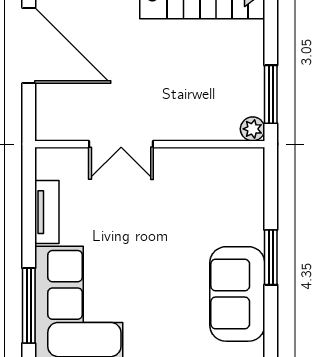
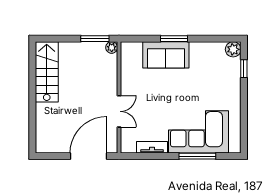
door: (29, 45) -> (88, 156), moved
sofa: (237, 294) -> (166, 55), moved

